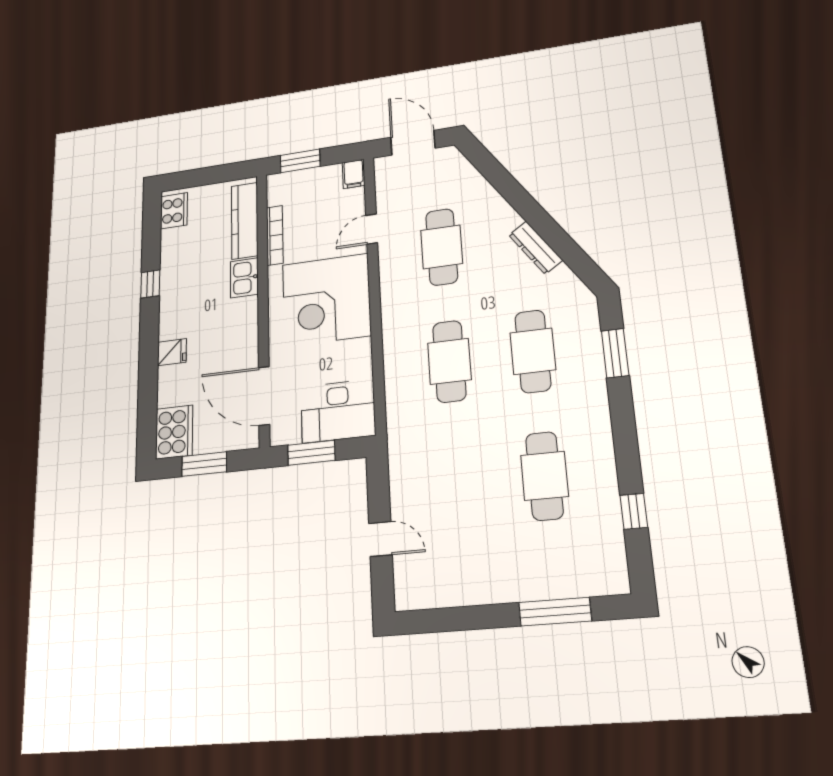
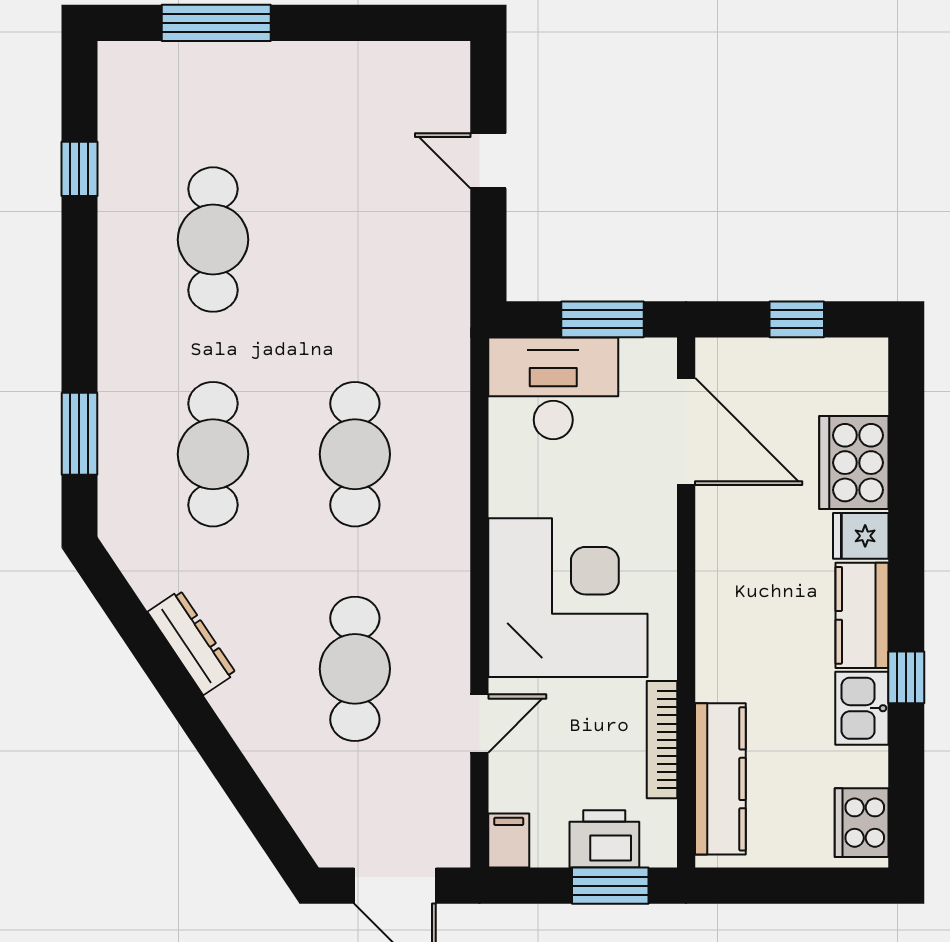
printer: (304, 183) -> (604, 839), added
kitchen sink: (244, 278) -> (862, 708), moved, turned 180
kitchen counter: (172, 312) -> (862, 615), added
cooker: (174, 432) -> (854, 463), moved
window: (204, 464) -> (797, 319), width x0.67

